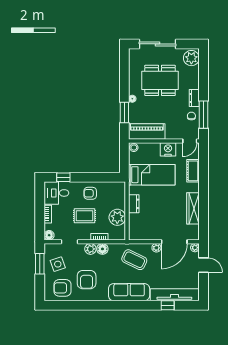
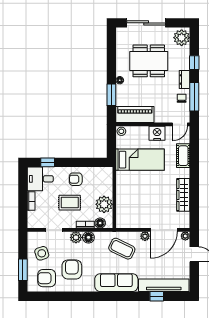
window: (203, 82) -> (194, 63), added
dresser: (134, 204) -> (121, 190), removed
floor lamp: (49, 235) -> (100, 223), moved
window: (40, 264) -> (23, 270), moved
armchair: (87, 280) -> (72, 269), turned 180

